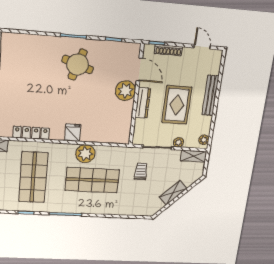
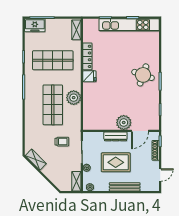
round table: (78, 65) -> (143, 75), moved
fridge: (73, 133) -> (89, 76), moved
shelving: (173, 193) -> (36, 160), moved

